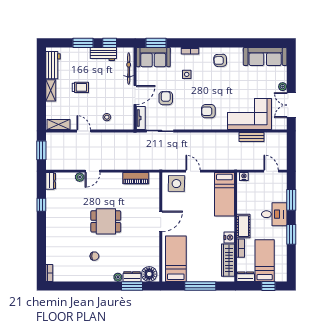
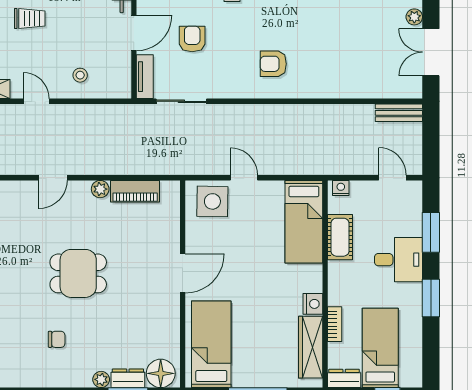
corner sofa: (249, 114) -> (351, 69), removed
bench: (251, 137) -> (399, 113), moved
plant: (80, 177) -> (100, 189), moved
cot: (243, 226) -> (340, 237), moved

